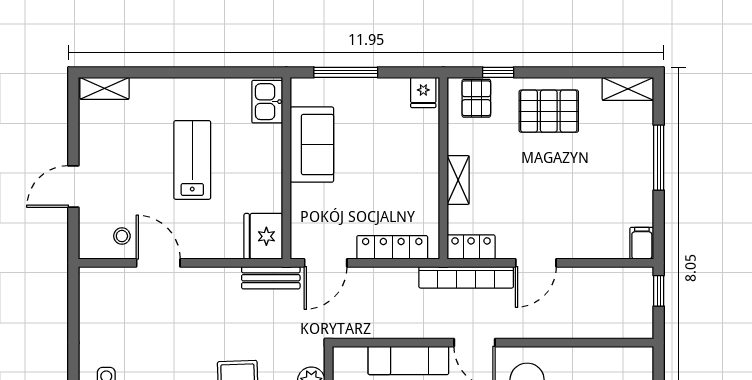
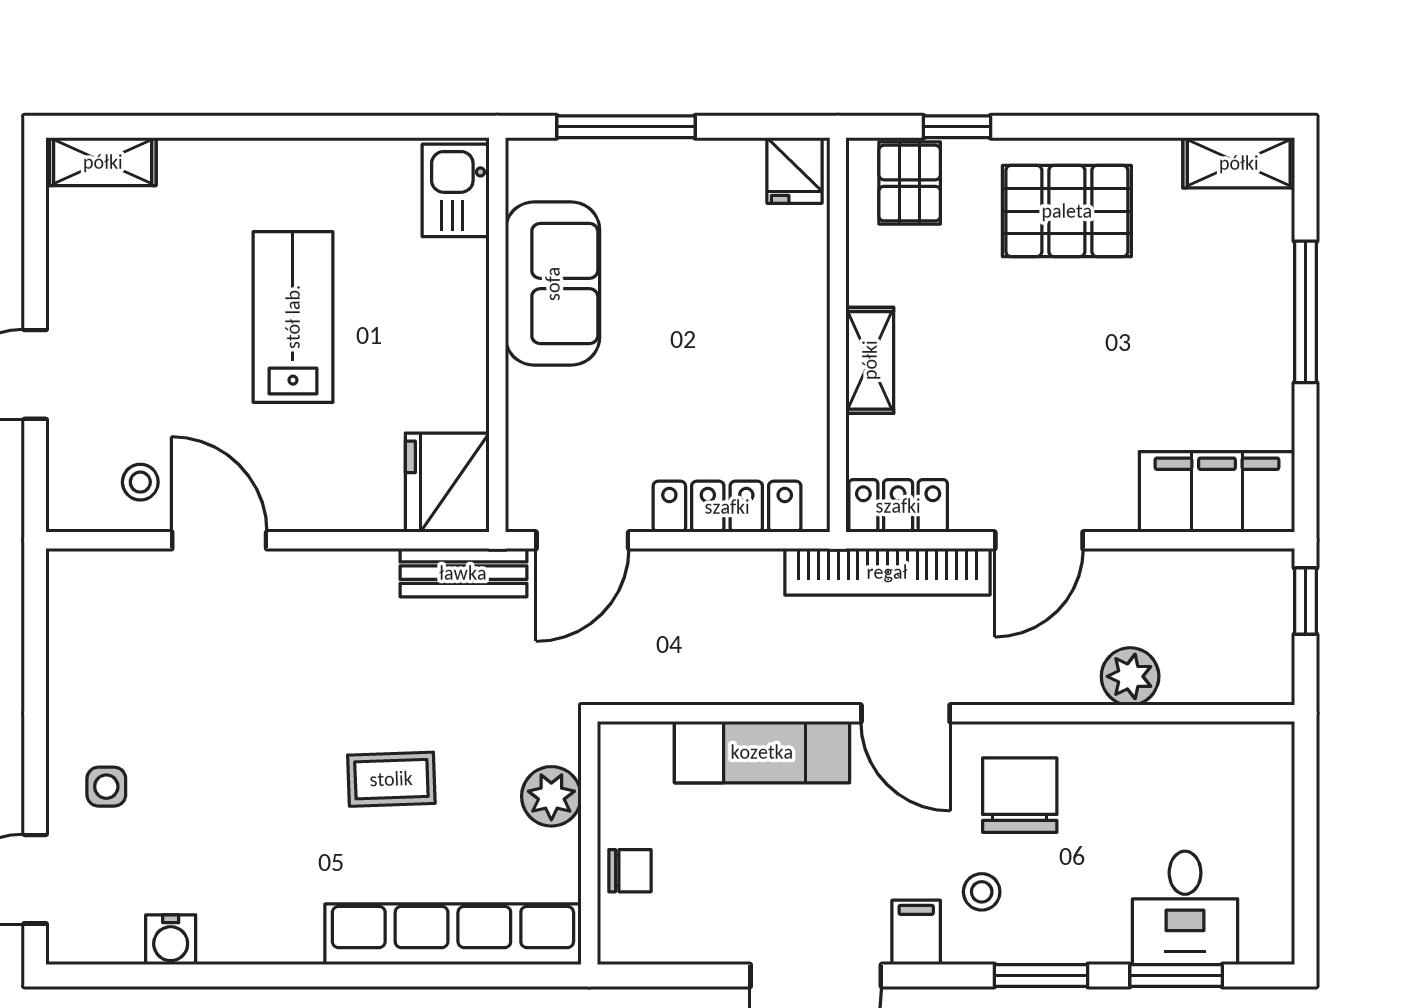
filing cabinet: (642, 243) -> (1217, 492), width x3.00, depth x1.17
plant: (578, 326) -> (1130, 676), added

